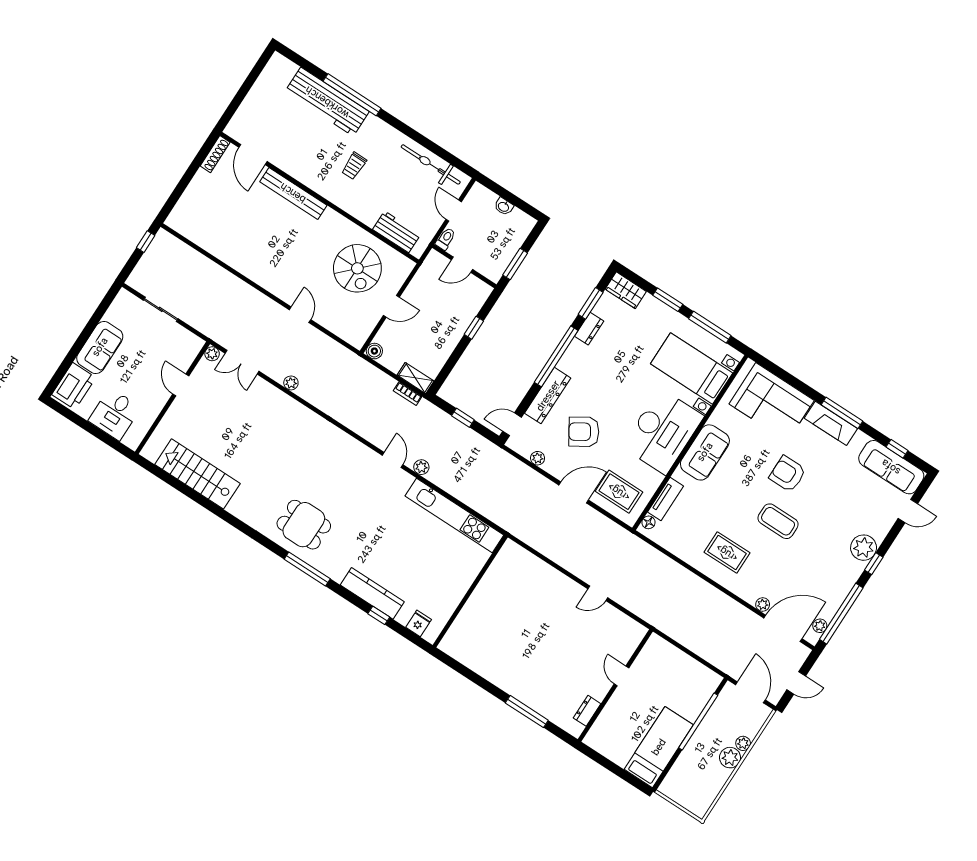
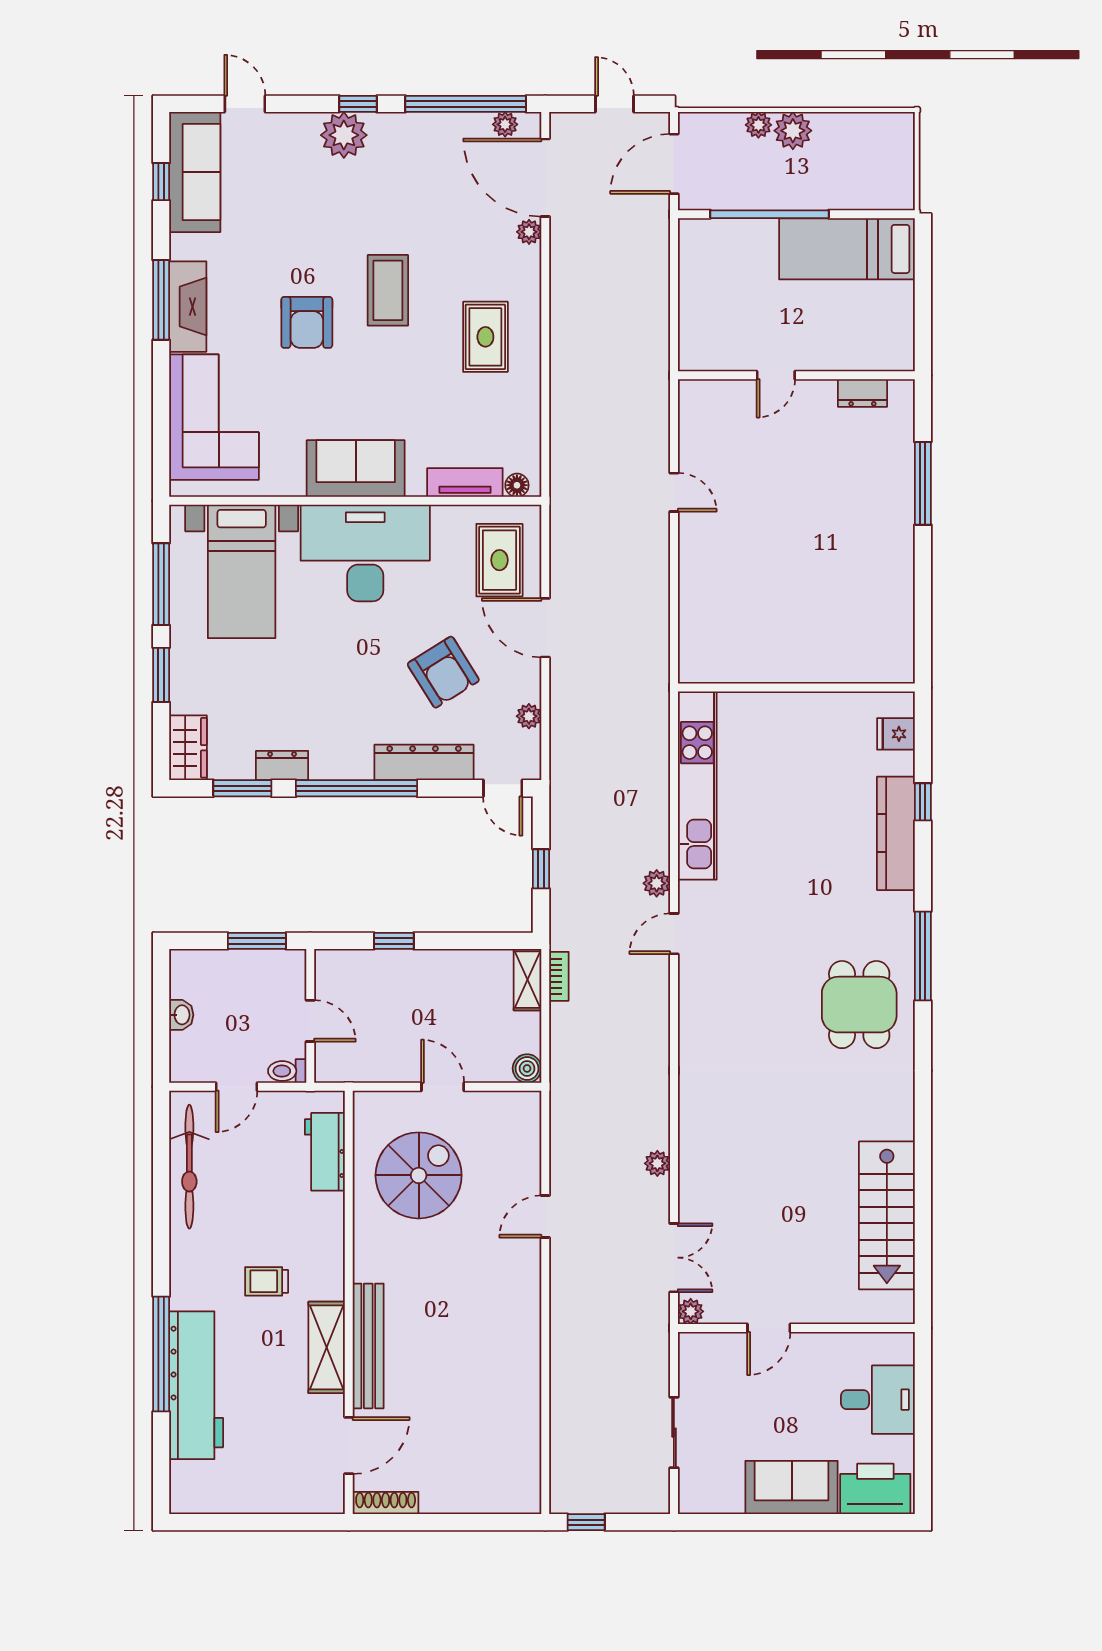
trolley: (354, 166) -> (267, 1281), turned 180
shelving: (305, 174) -> (327, 1347), added

